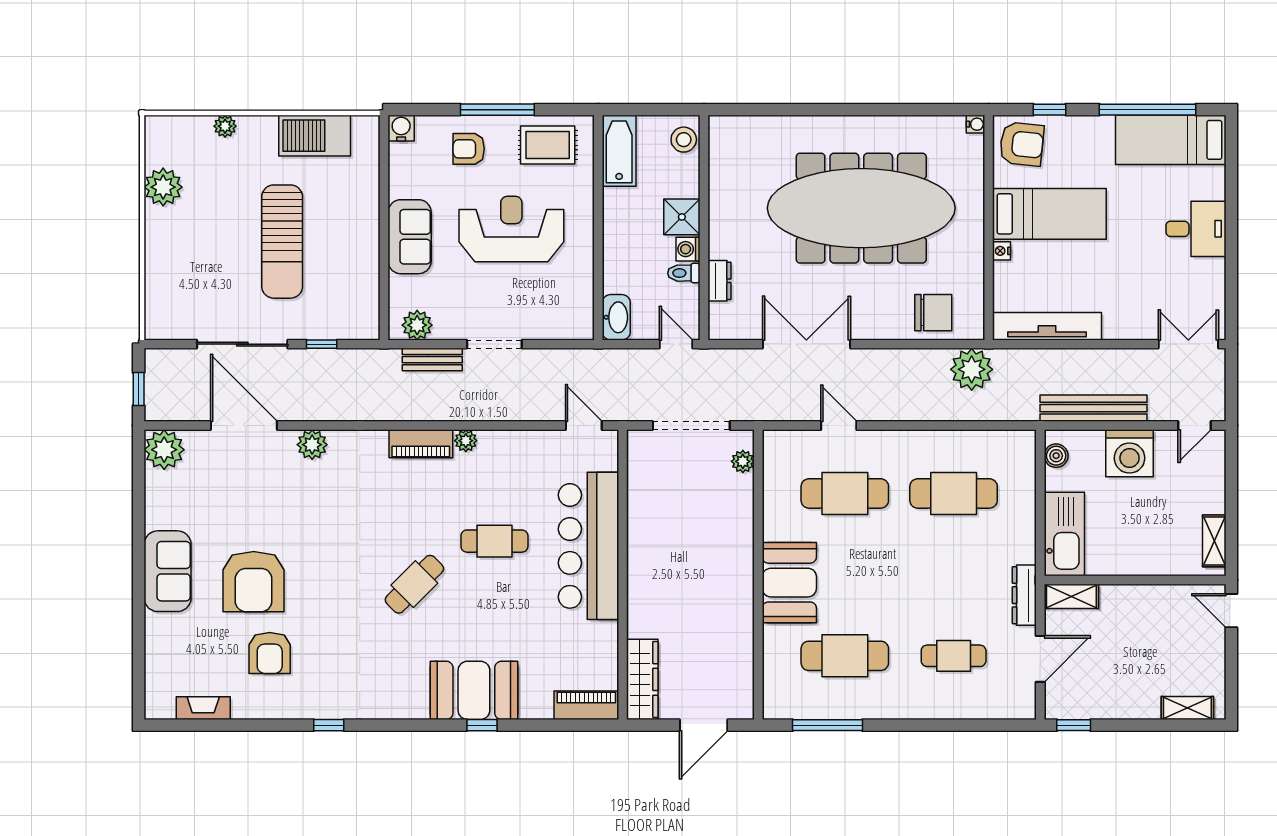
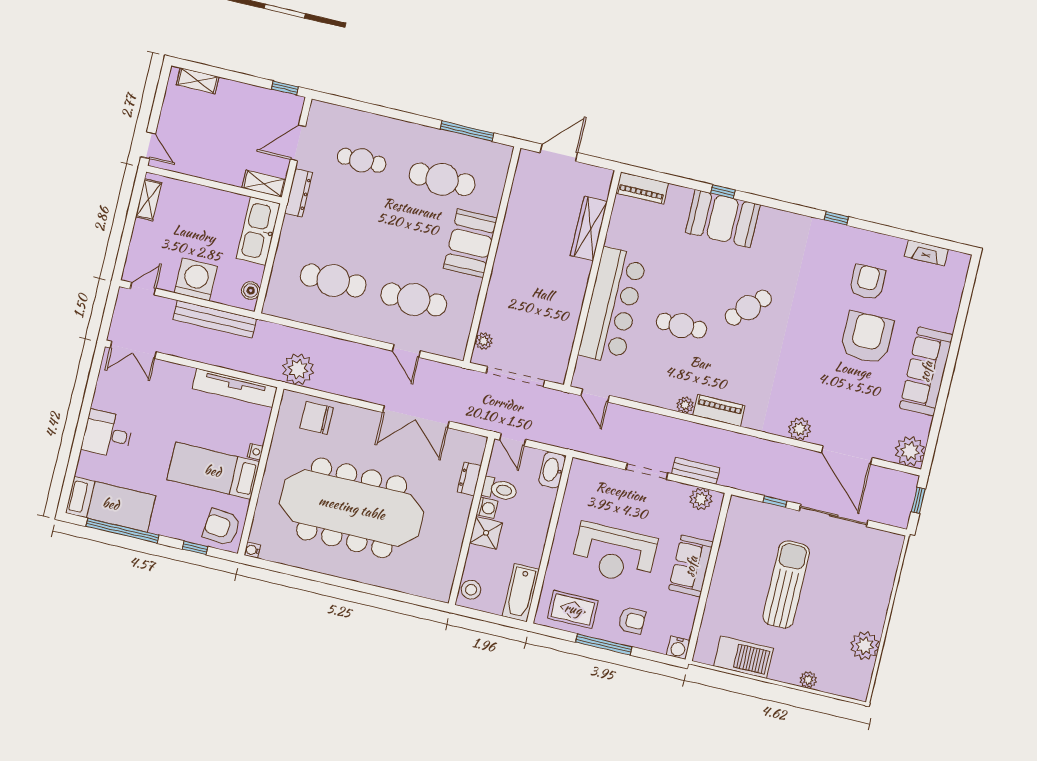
toilet: (684, 273) -> (499, 489), width x1.37, depth x1.39
sofa: (168, 571) -> (926, 371), width x1.36
wardrobe: (642, 679) -> (589, 228), moved

